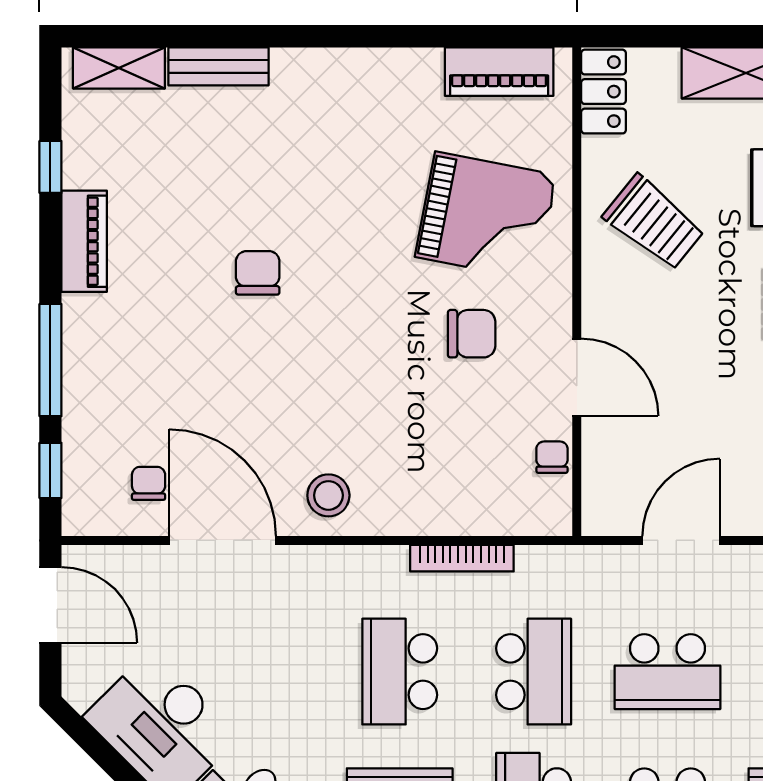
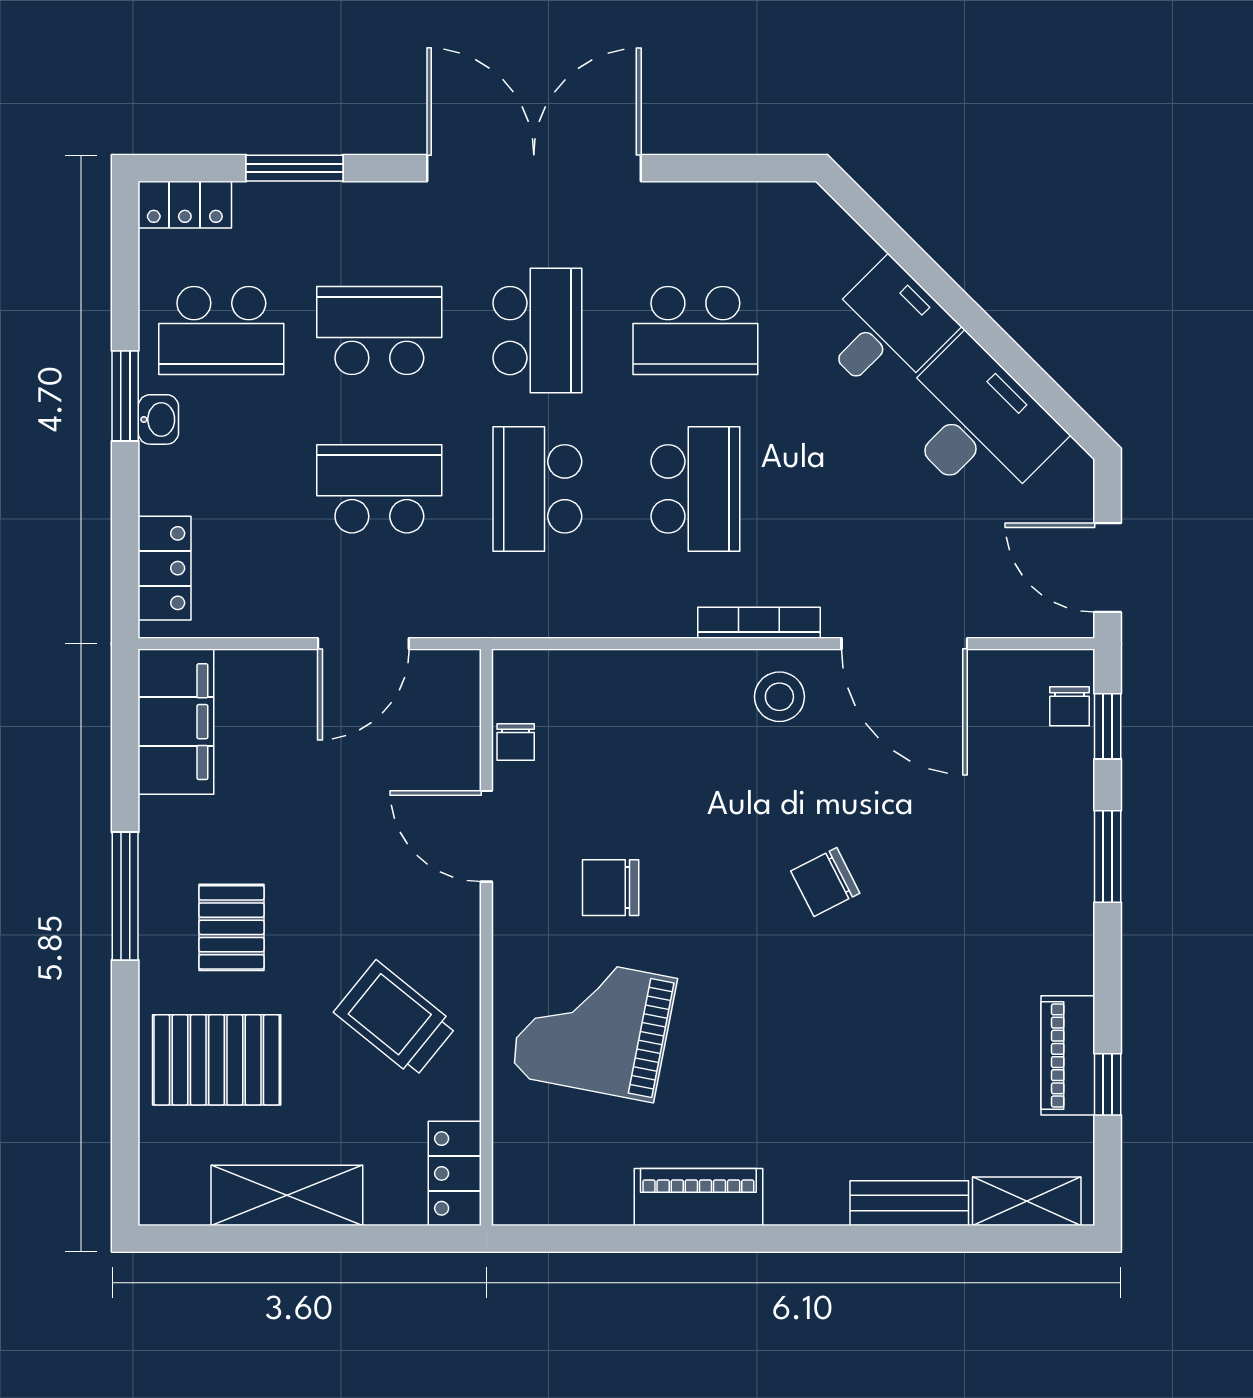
piano: (499, 72) -> (698, 1197), moved
piano: (84, 241) -> (1068, 1055), moved
chair: (258, 273) -> (825, 882), moved, turned 63
window: (50, 360) -> (1108, 857), width x0.69
chair: (149, 483) -> (1070, 706), moved
bookcase: (462, 558) -> (759, 623), moved

